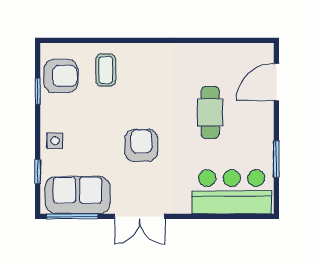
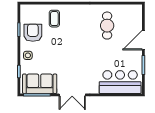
armchair: (61, 76) -> (33, 33), moved, turned -90
door: (276, 82) -> (143, 40), moved
cafe table: (210, 112) -> (107, 26), moved
armchair: (141, 145) -> (73, 58), removed

